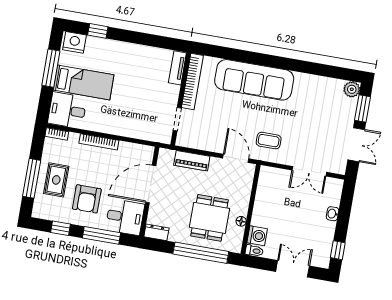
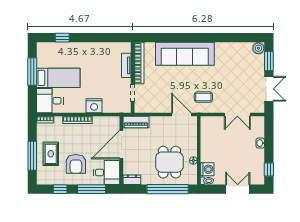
nightstand: (74, 42) -> (94, 106), moved, turned 180
tv unit: (177, 68) -> (126, 65), moved
piano: (192, 161) -> (136, 122), moved

